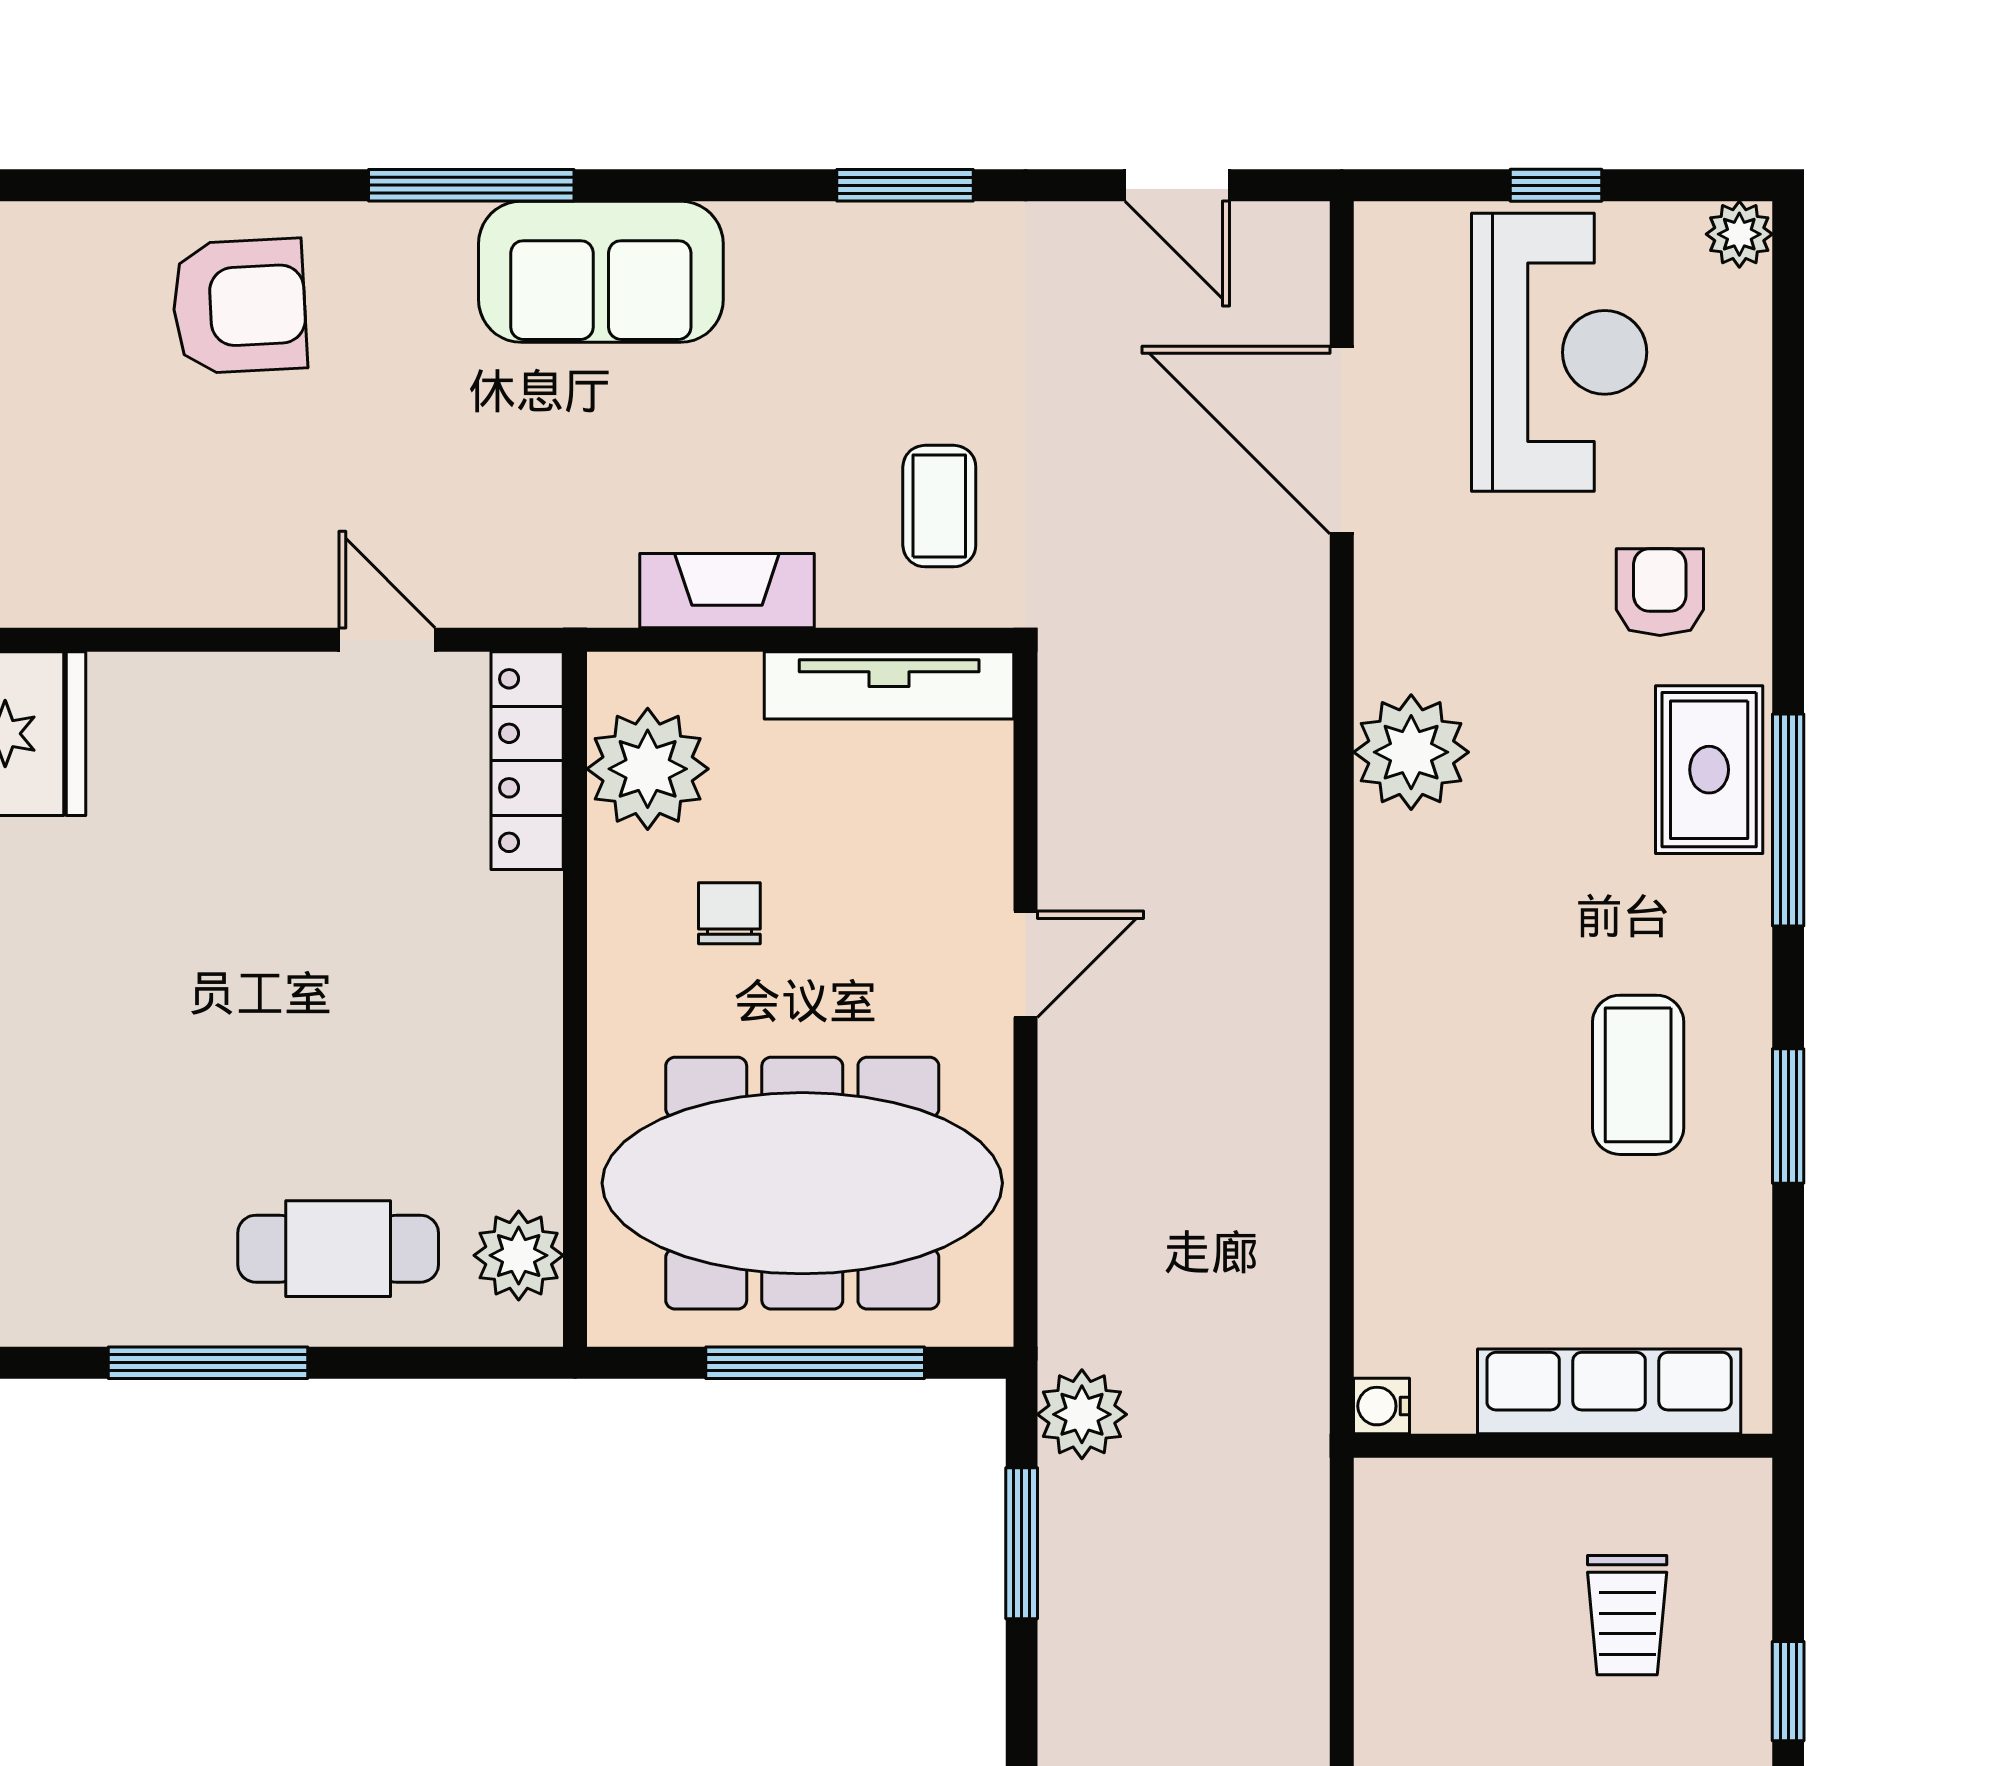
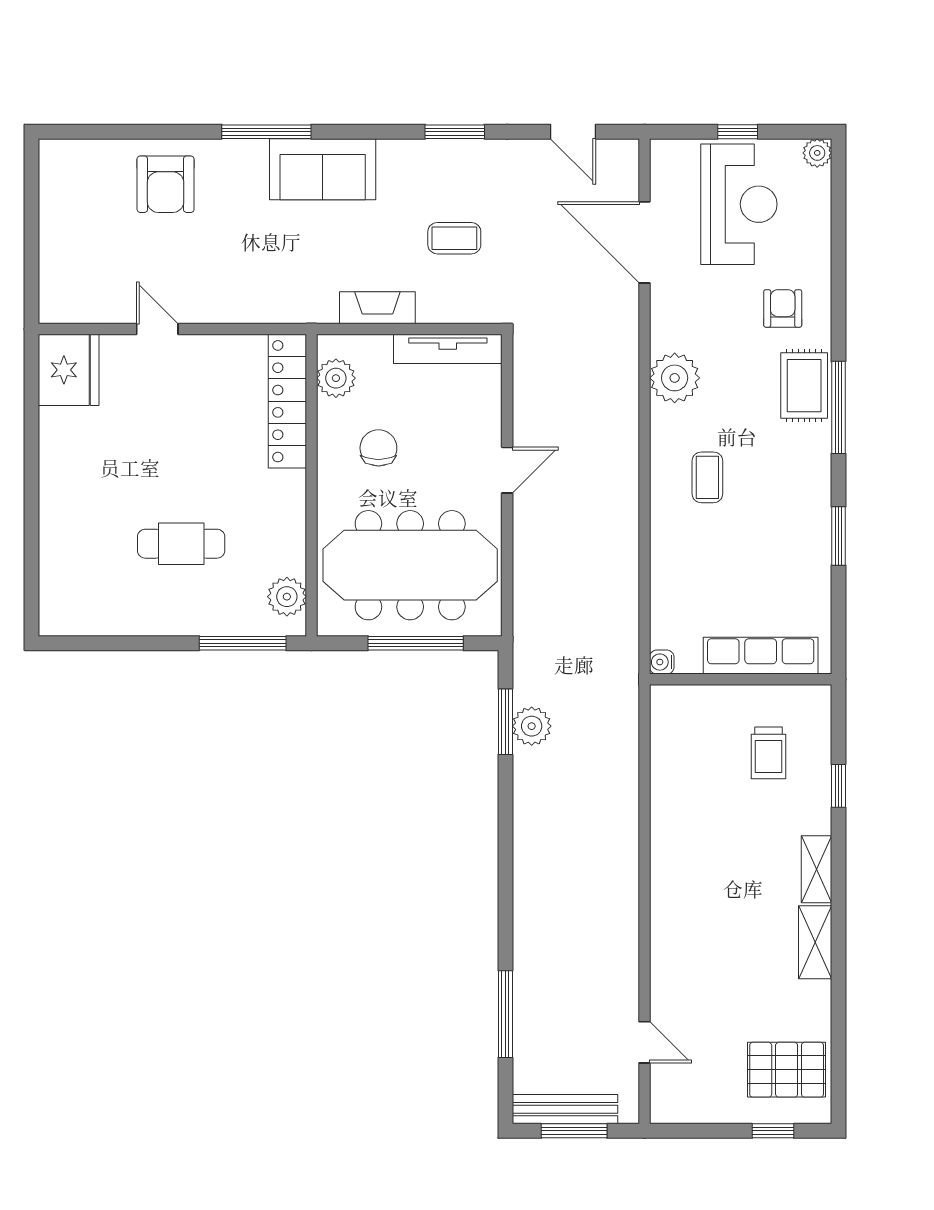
armchair: (239, 306) -> (166, 184), turned 93
coffee table: (939, 506) -> (454, 238), moved, turned 90
door: (387, 640) -> (157, 329), moved
locker: (527, 761) -> (287, 401), width x1.41, depth x1.21
plant: (648, 769) -> (336, 378), width x0.73, depth x0.73
chair: (729, 913) -> (378, 448), width x1.37, depth x1.37
coffee table: (1638, 1075) -> (707, 477), moved, width x0.73, depth x0.77
cafe table: (338, 1249) -> (181, 544), moved
window: (208, 1363) -> (243, 643), moved
plant: (1082, 1414) -> (532, 726), moved

